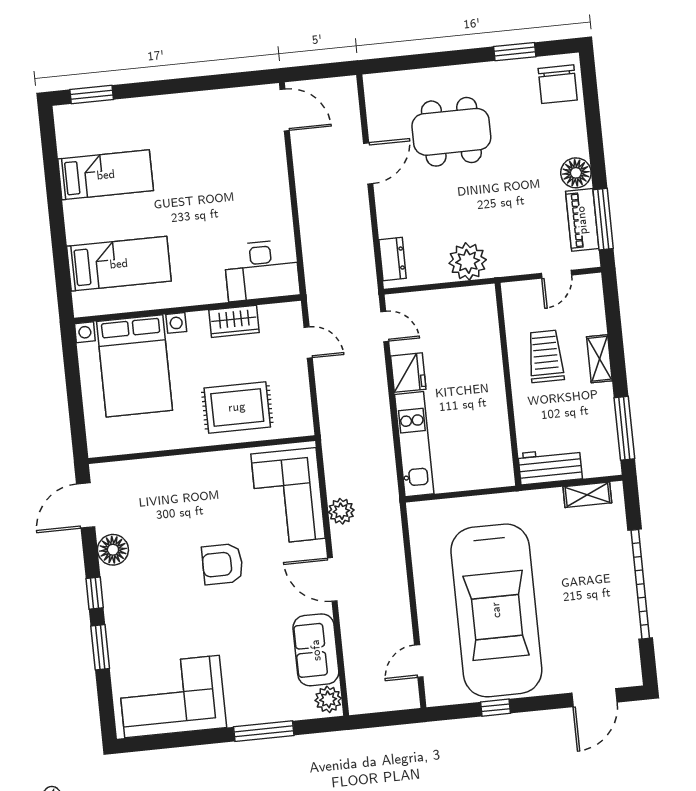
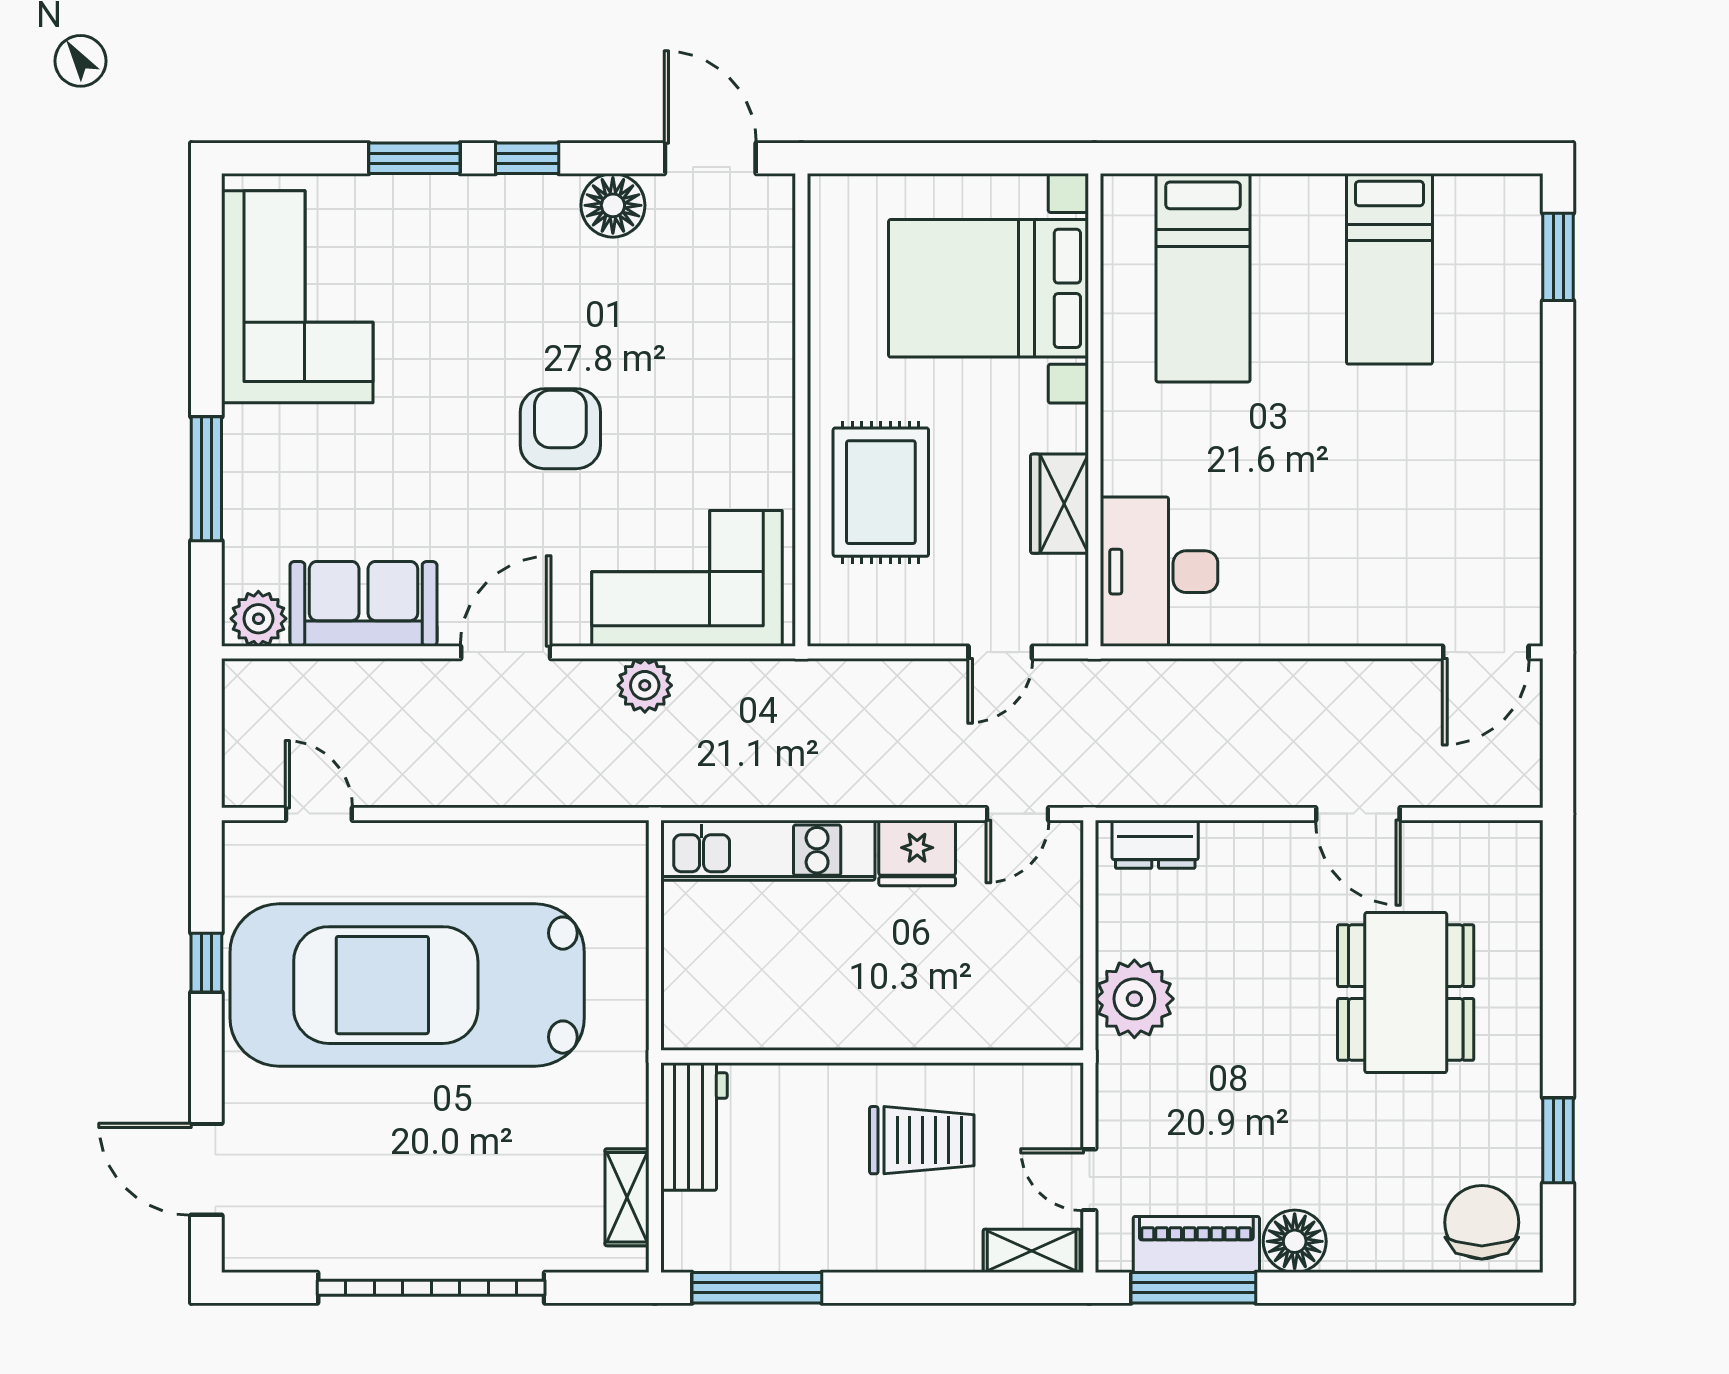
chair: (558, 84) -> (1482, 1222), turned 90
shelving: (599, 359) -> (1032, 1251), moved

